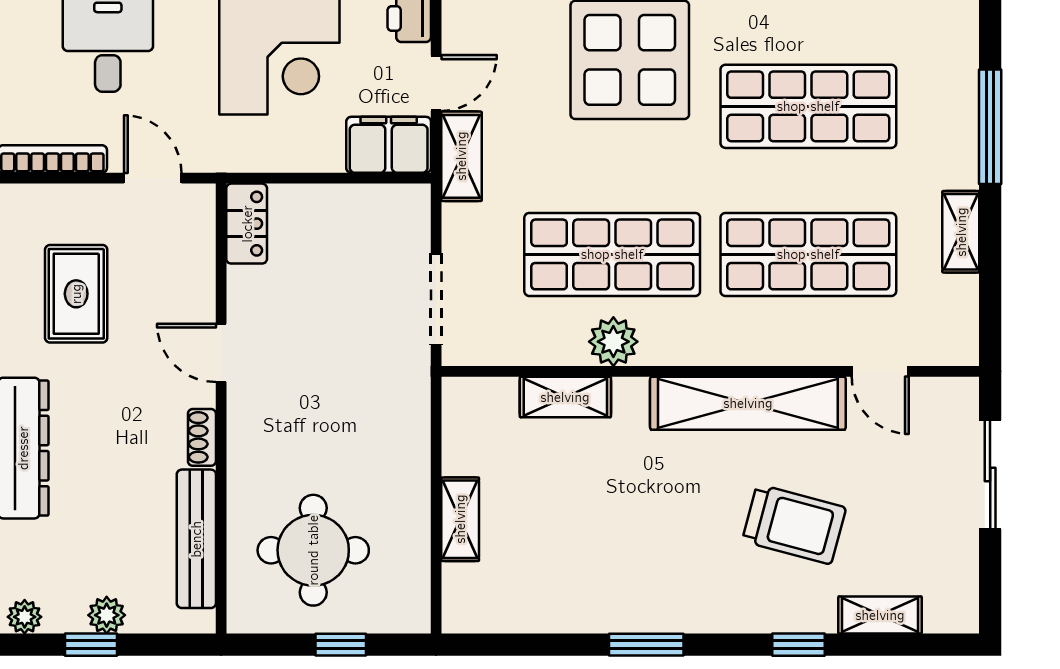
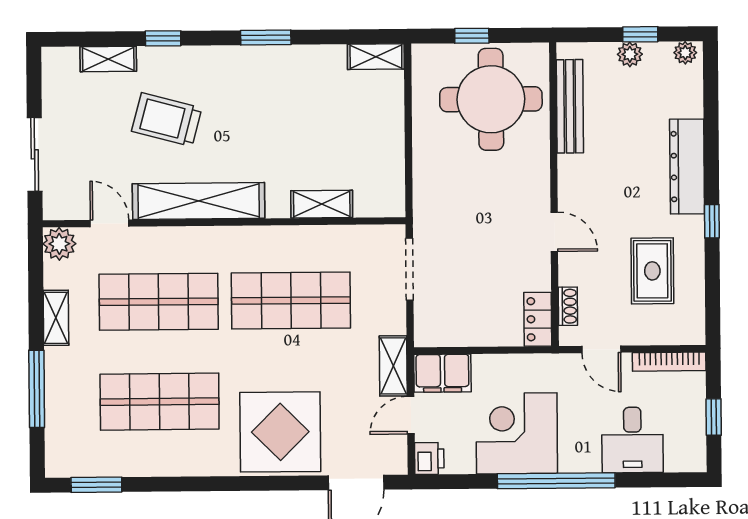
plant: (613, 342) -> (59, 244), moved
shoe rack: (202, 437) -> (568, 306), moved
shelving: (460, 519) -> (376, 57), moved, turned 90
round table: (313, 550) -> (491, 99), width x1.36, depth x1.36

